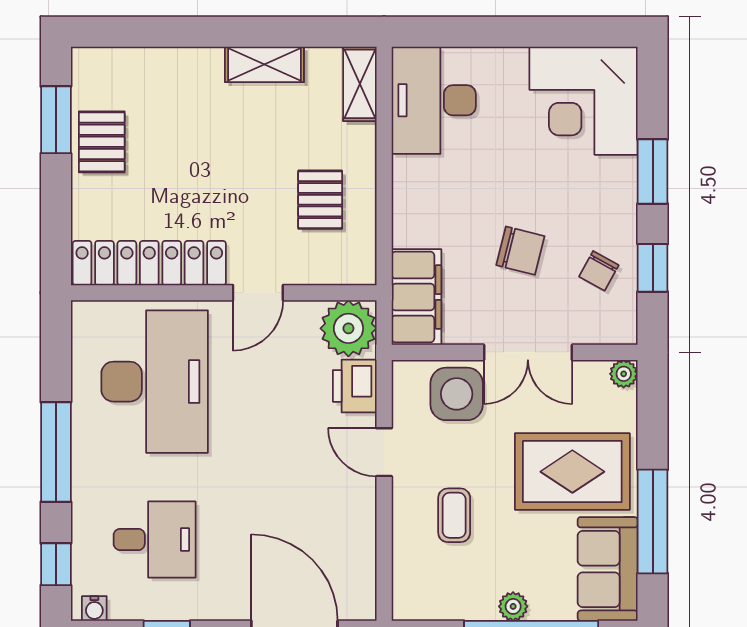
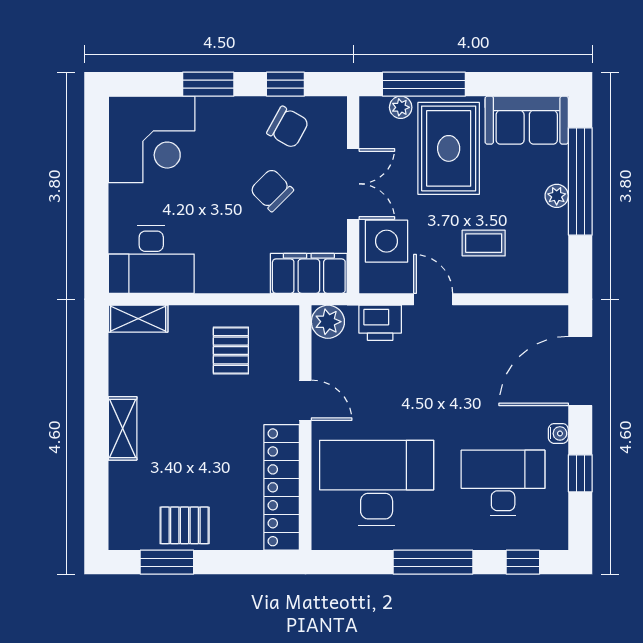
shelving: (264, 64) -> (123, 428), moved
pallet: (320, 200) -> (231, 350), turned 90
chair: (520, 251) -> (272, 190), turned -59
chair: (599, 271) -> (288, 127), width x1.37, depth x1.37
plant: (348, 328) -> (328, 322), width x0.73, depth x0.73
plant: (624, 374) -> (401, 107), moved
door: (384, 452) -> (433, 299), swing flipped
window: (653, 521) -> (424, 84), moved
desk: (155, 539) -> (503, 483), width x1.37
water cooler: (94, 608) -> (558, 433), moved

